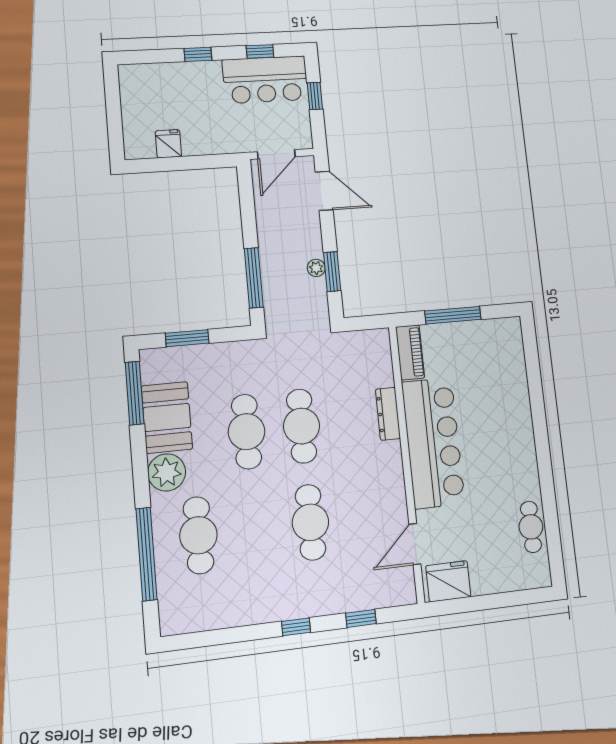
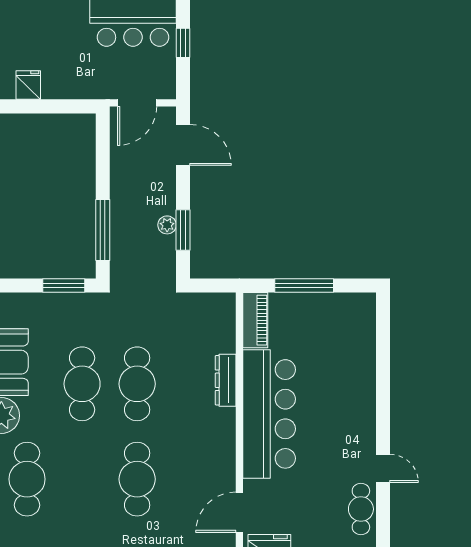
window: (187, 338) -> (64, 286), moved
door: (547, 484) -> (383, 468), added

